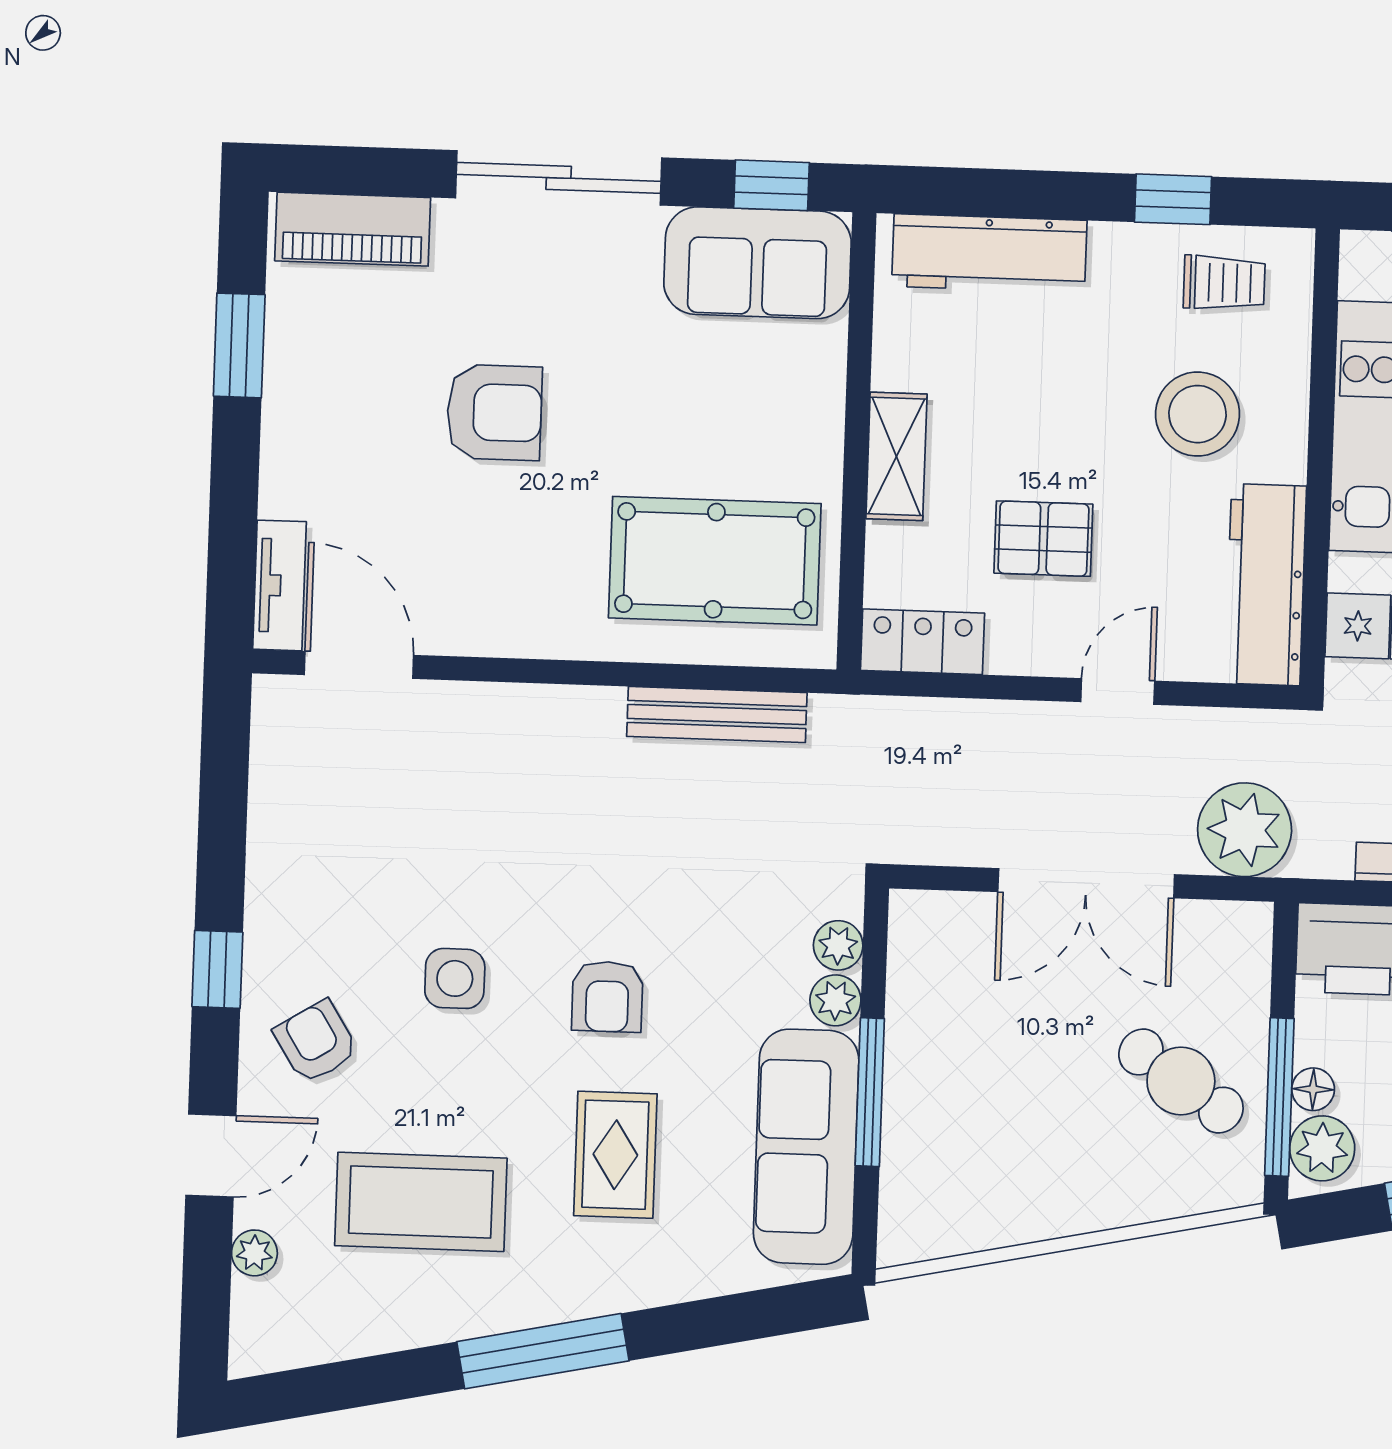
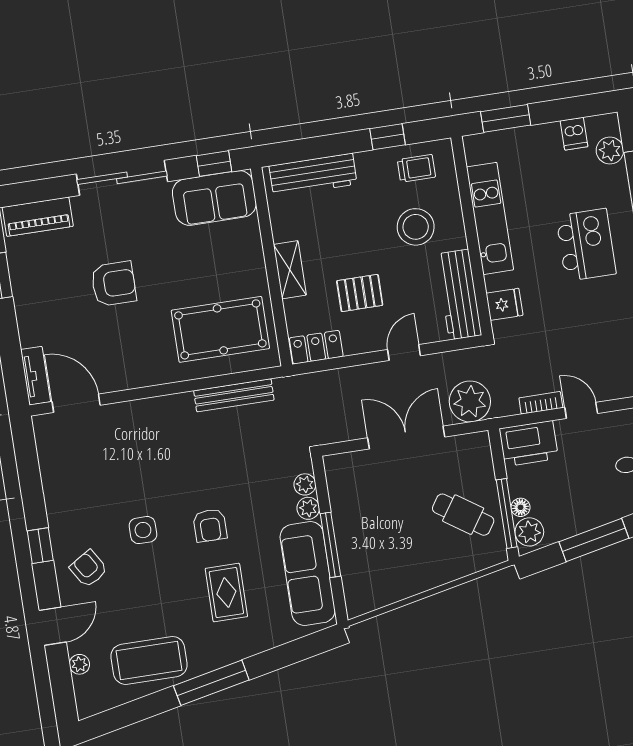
double door: (1086, 883) -> (406, 437), swing flipped
coffee table: (421, 1202) -> (149, 660), moved

